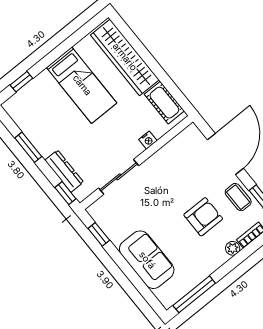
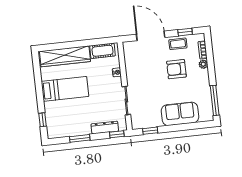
armchair: (203, 217) -> (176, 69), turned -90

